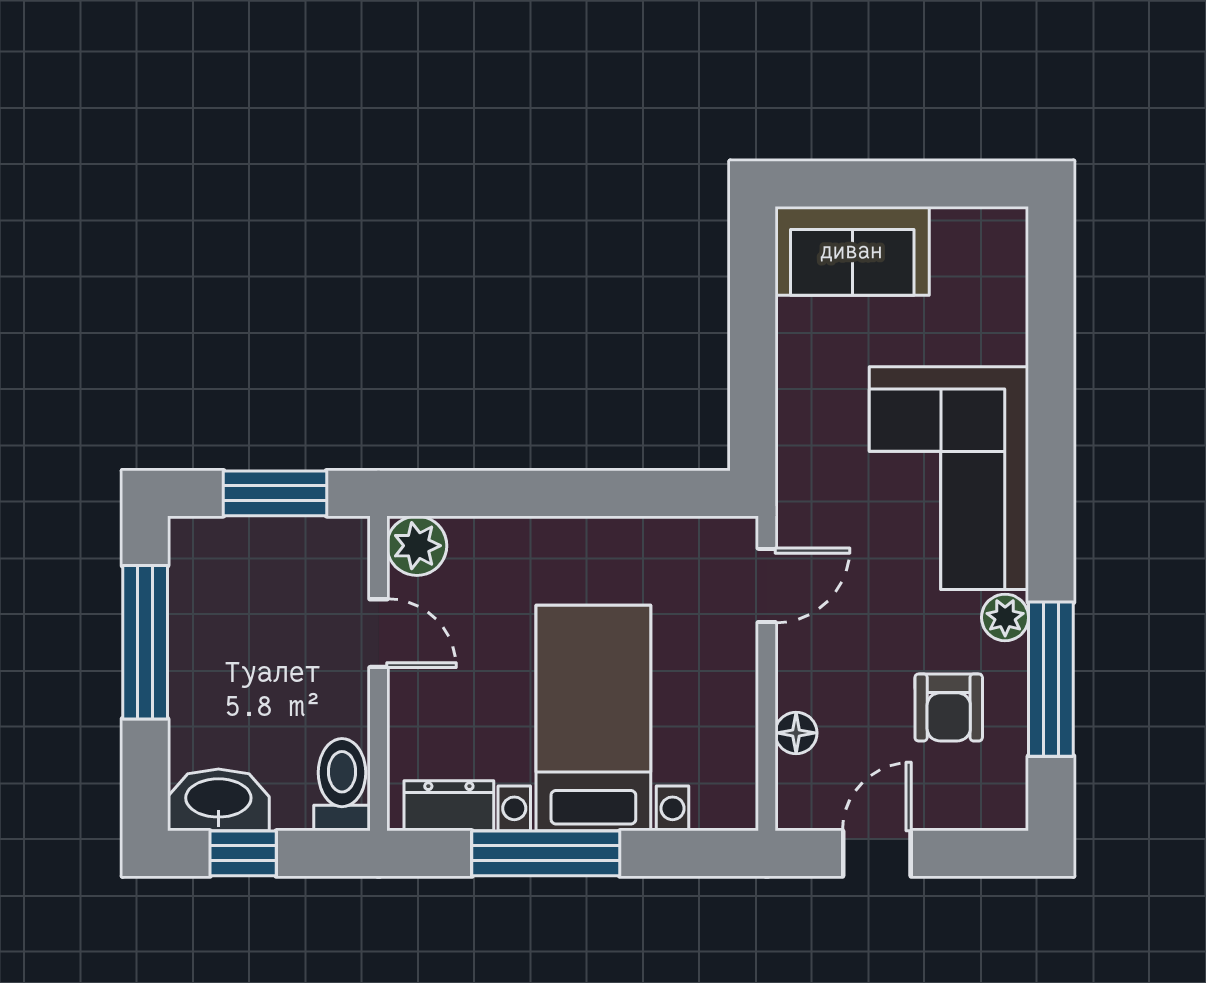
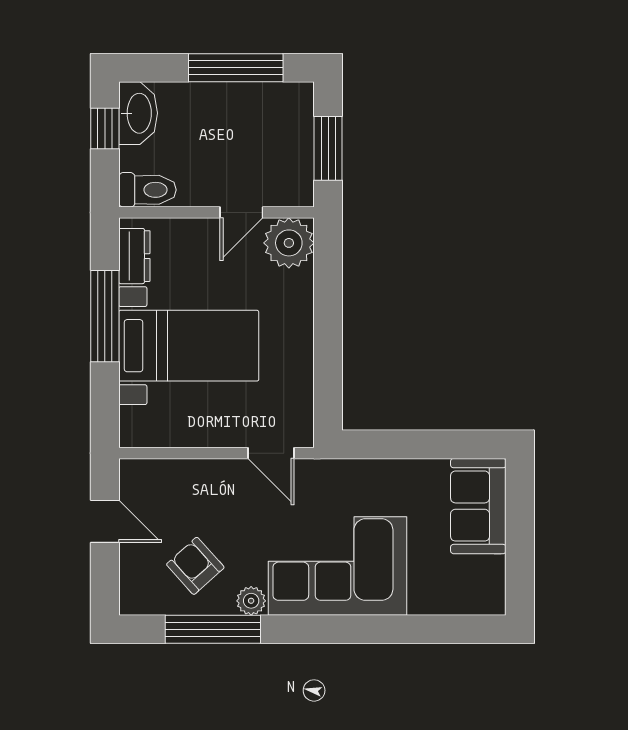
plant: (417, 546) -> (289, 243), width x1.36, depth x1.36
armchair: (949, 707) -> (195, 566), turned 48
floor lamp: (796, 733) -> (179, 471), removed

